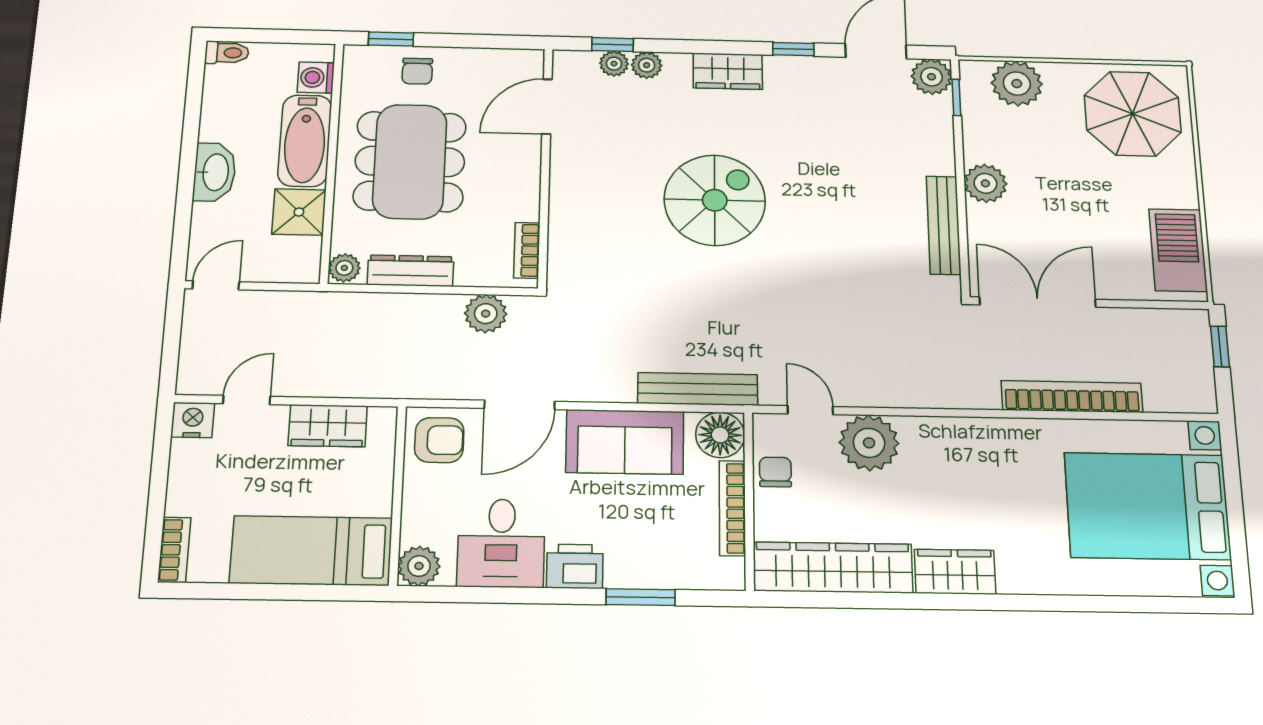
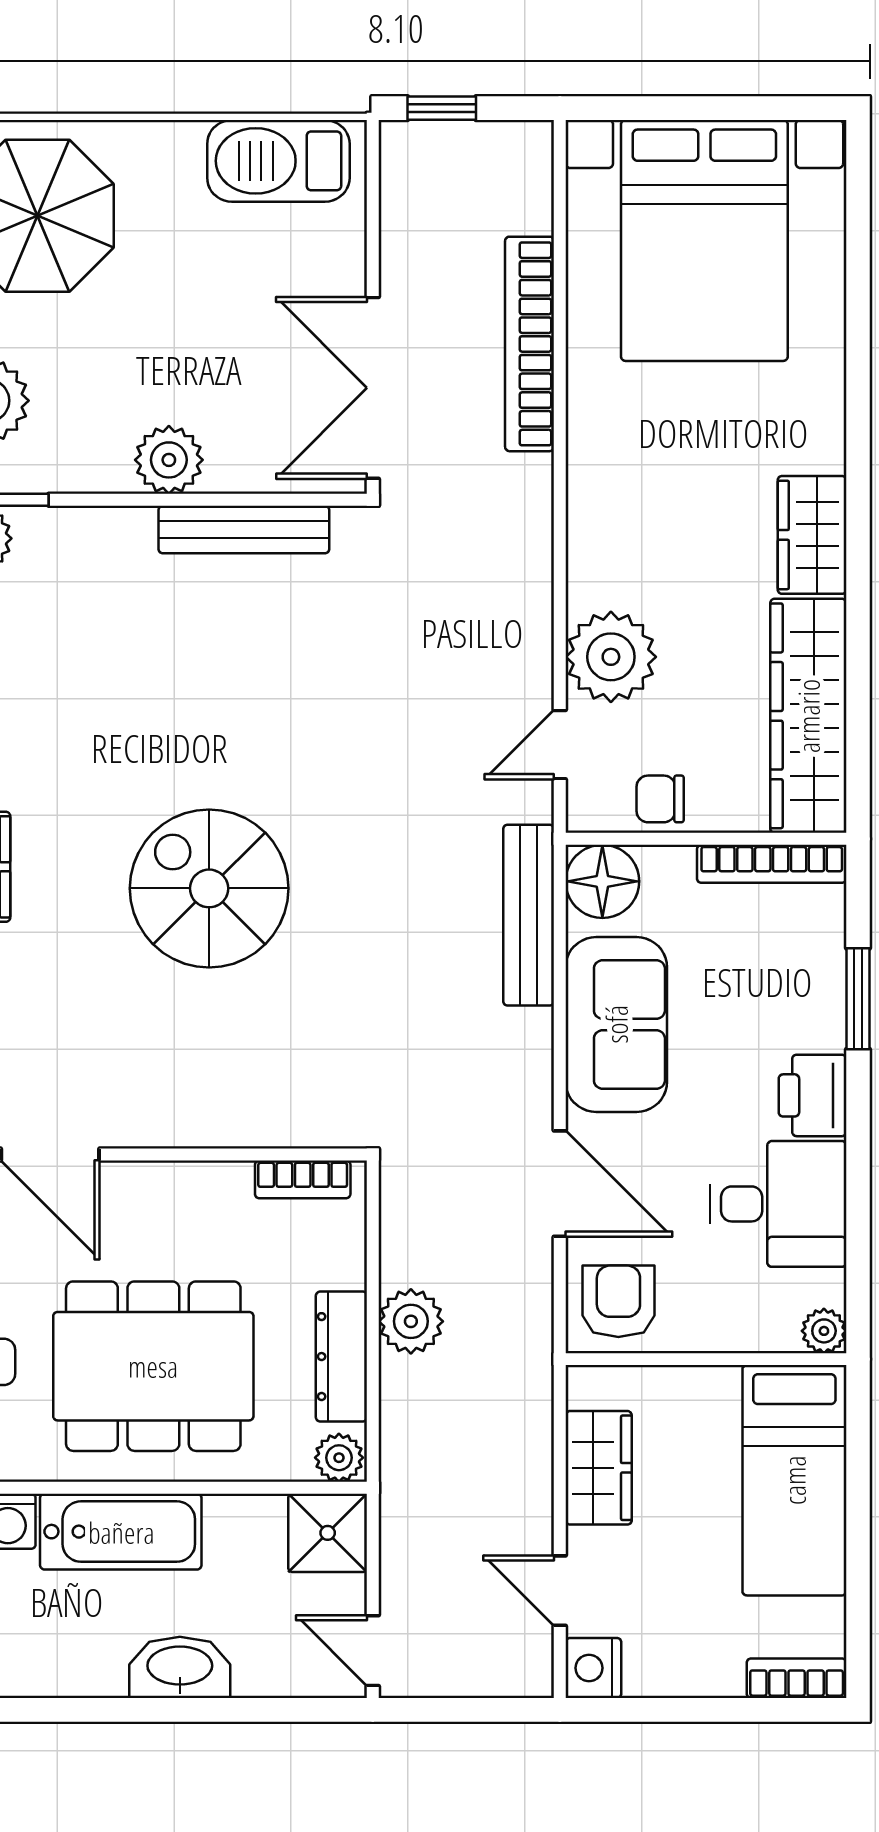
shower: (299, 212) -> (328, 1533), moved
plant: (486, 314) -> (411, 1321), moved
bookcase: (732, 508) -> (772, 864), moved
plant: (419, 566) -> (824, 1331), width x0.73, depth x0.73

